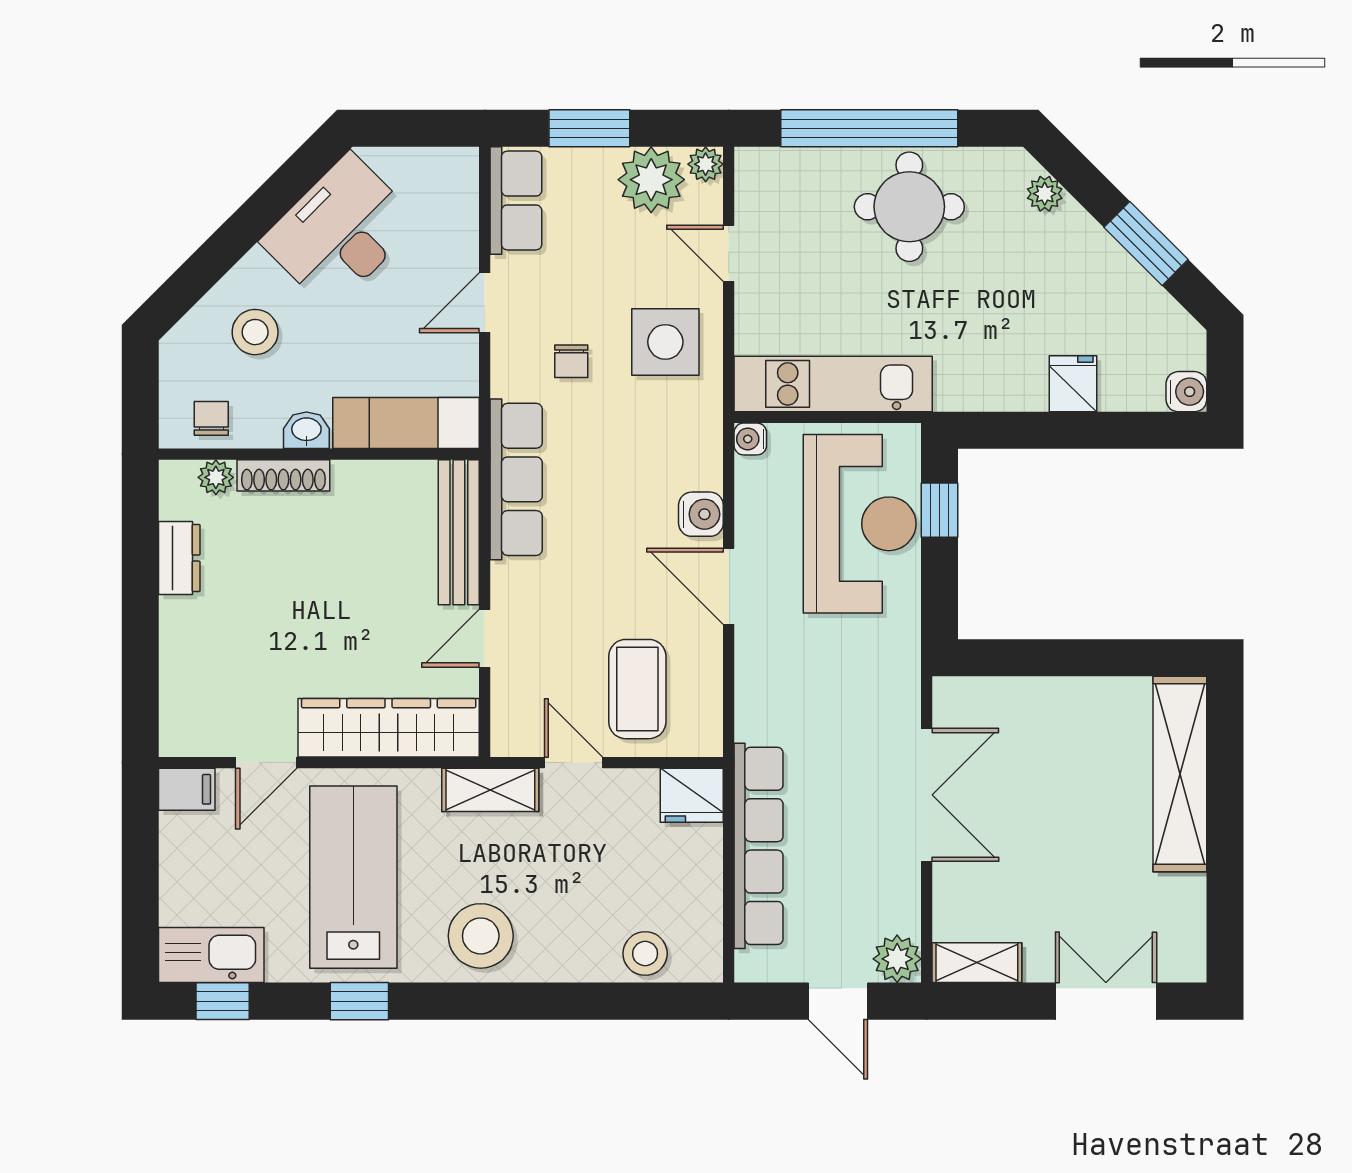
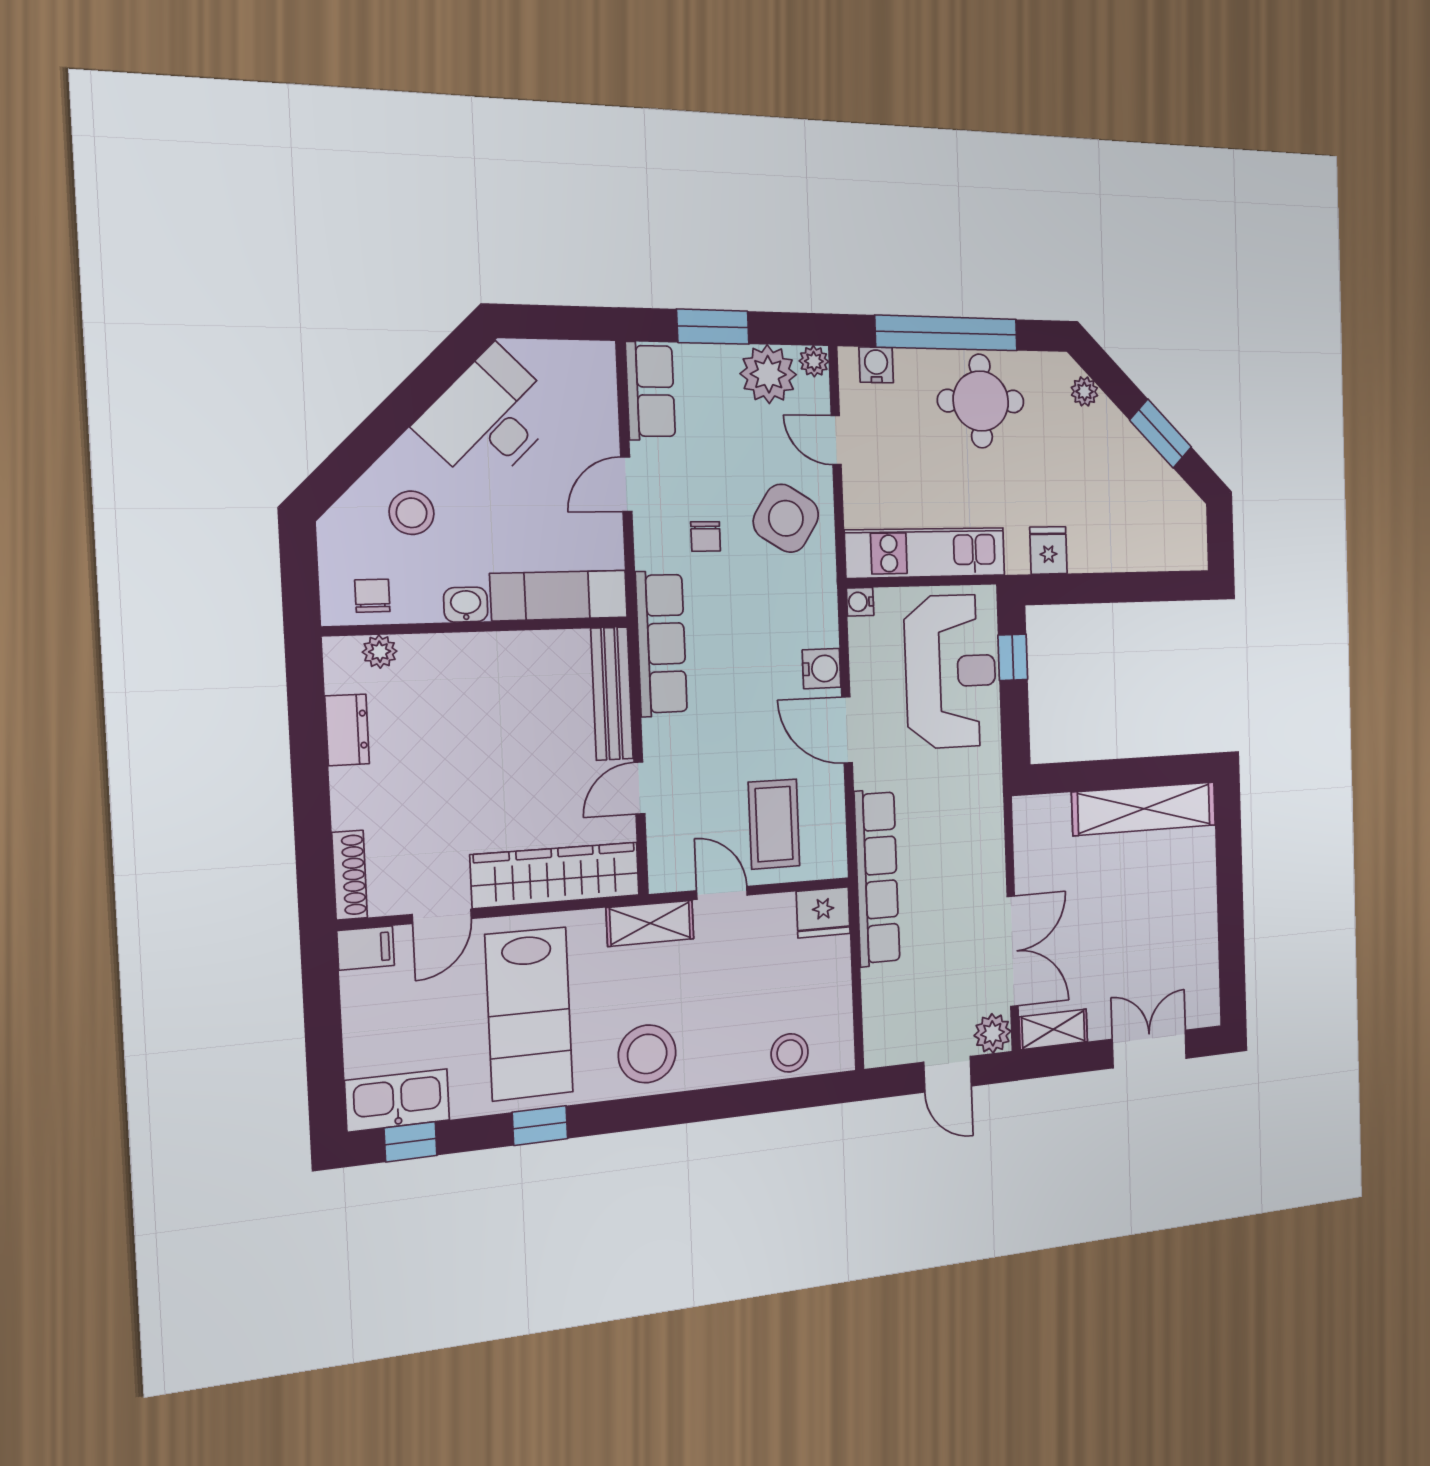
side table: (665, 342) -> (786, 518), turned 32
fridge: (1073, 384) -> (1048, 550), moved
water cooler: (1186, 392) -> (876, 365), moved, turned -90
shoe rack: (283, 475) -> (350, 875), moved, turned -90
shelving: (1180, 774) -> (1144, 809), moved, turned 90
double door: (927, 795) -> (1013, 951), moved
row of seats: (759, 846) -> (877, 878), moved
lab bench: (353, 877) -> (529, 1014), turned 180

